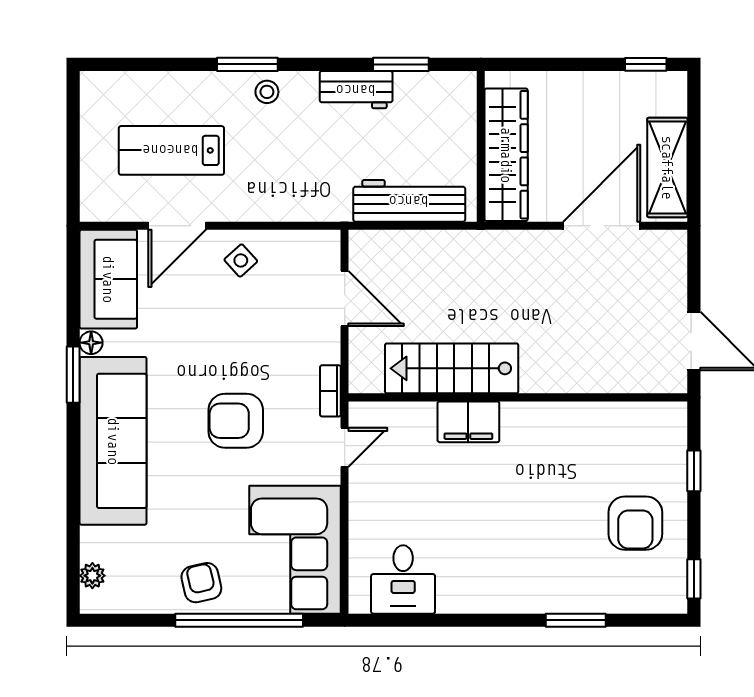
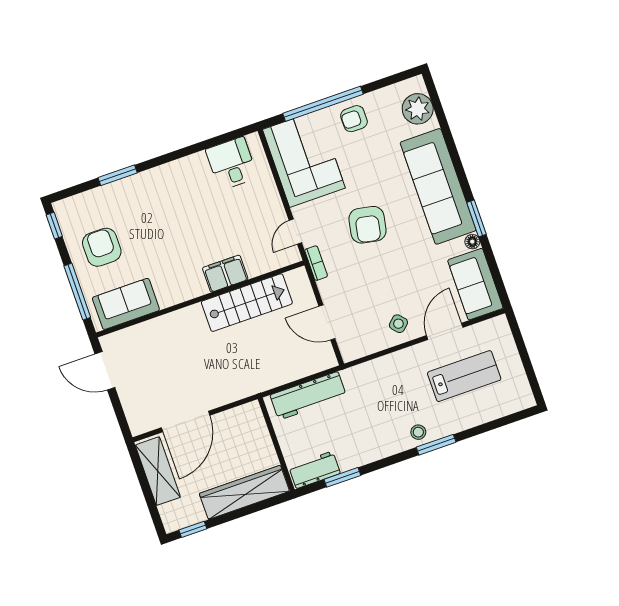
workbench: (356, 90) -> (314, 470), moved
wardrobe: (506, 155) -> (244, 492), moved, turned 90
armchair: (236, 421) -> (367, 225), turned 101
sofa: (629, 428) -> (126, 304), added
window: (694, 471) -> (77, 292), width x2.17
plant: (92, 576) -> (418, 109), width x1.87, depth x1.87
armchair: (201, 583) -> (354, 119), turned 103

